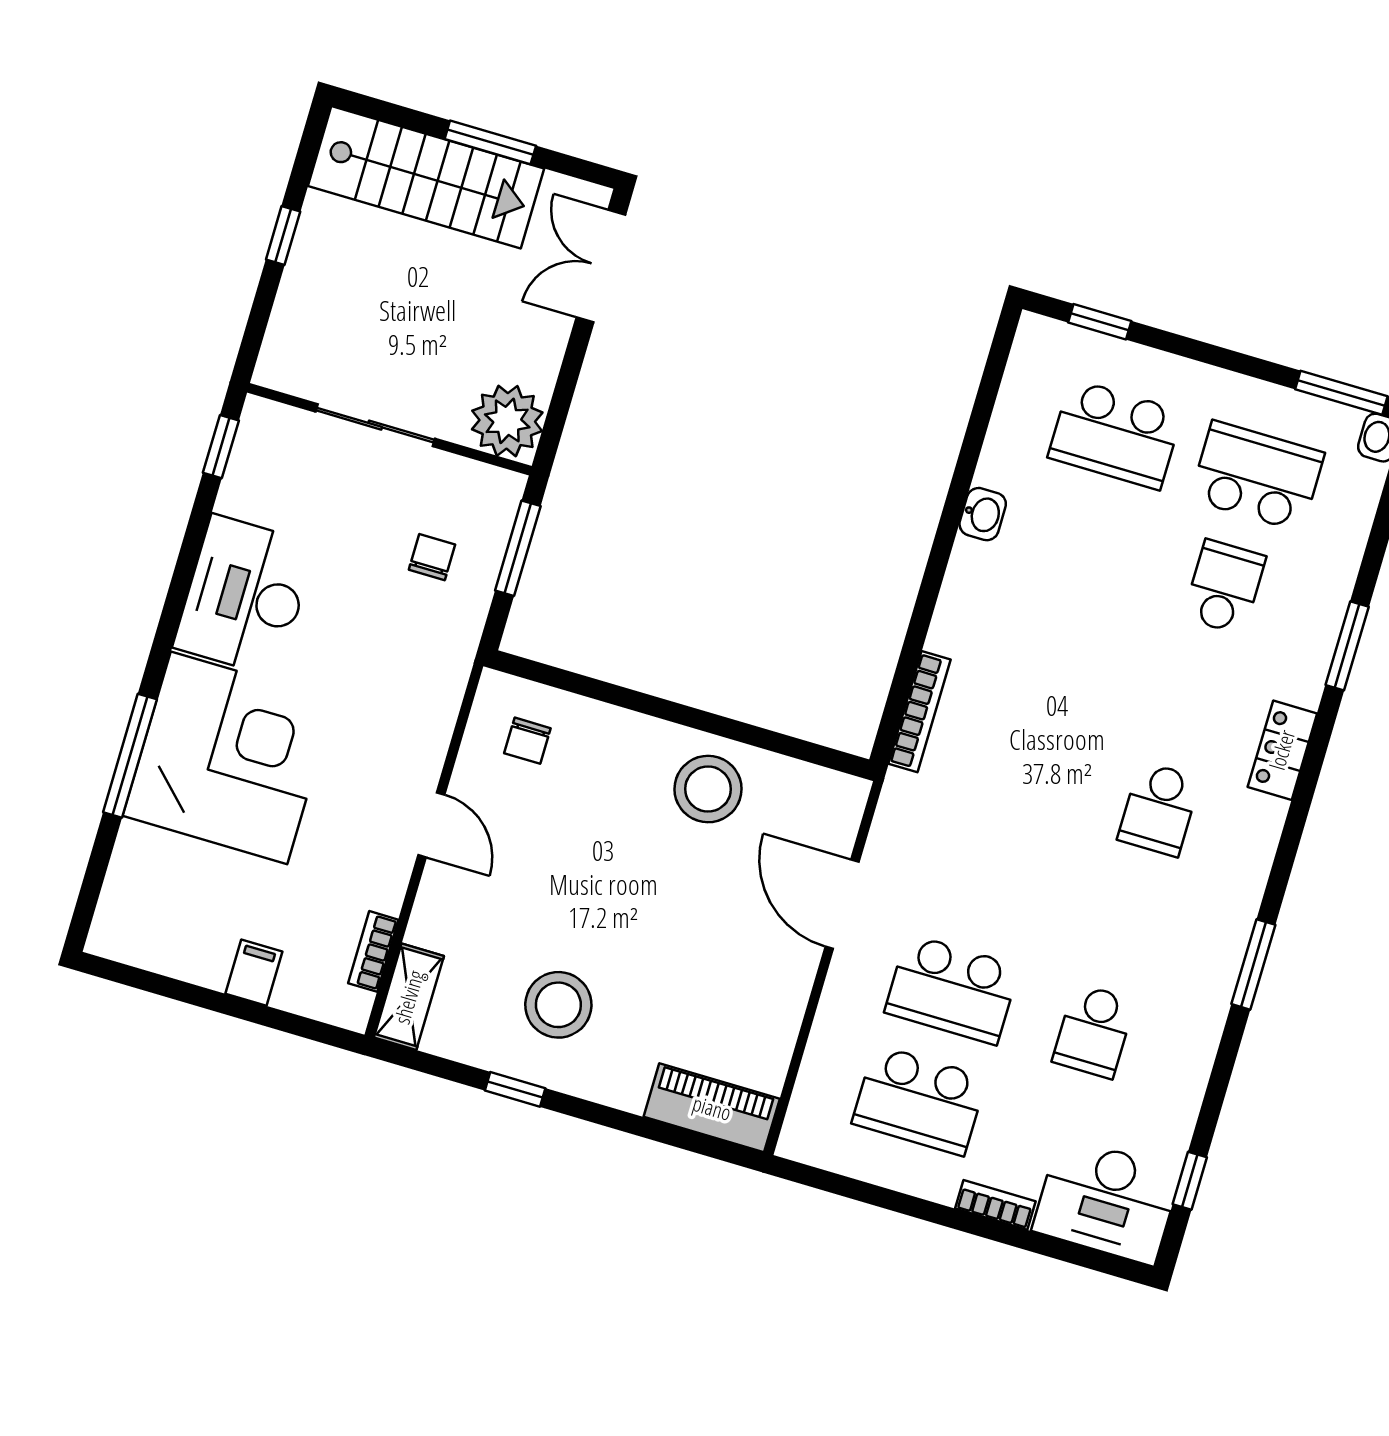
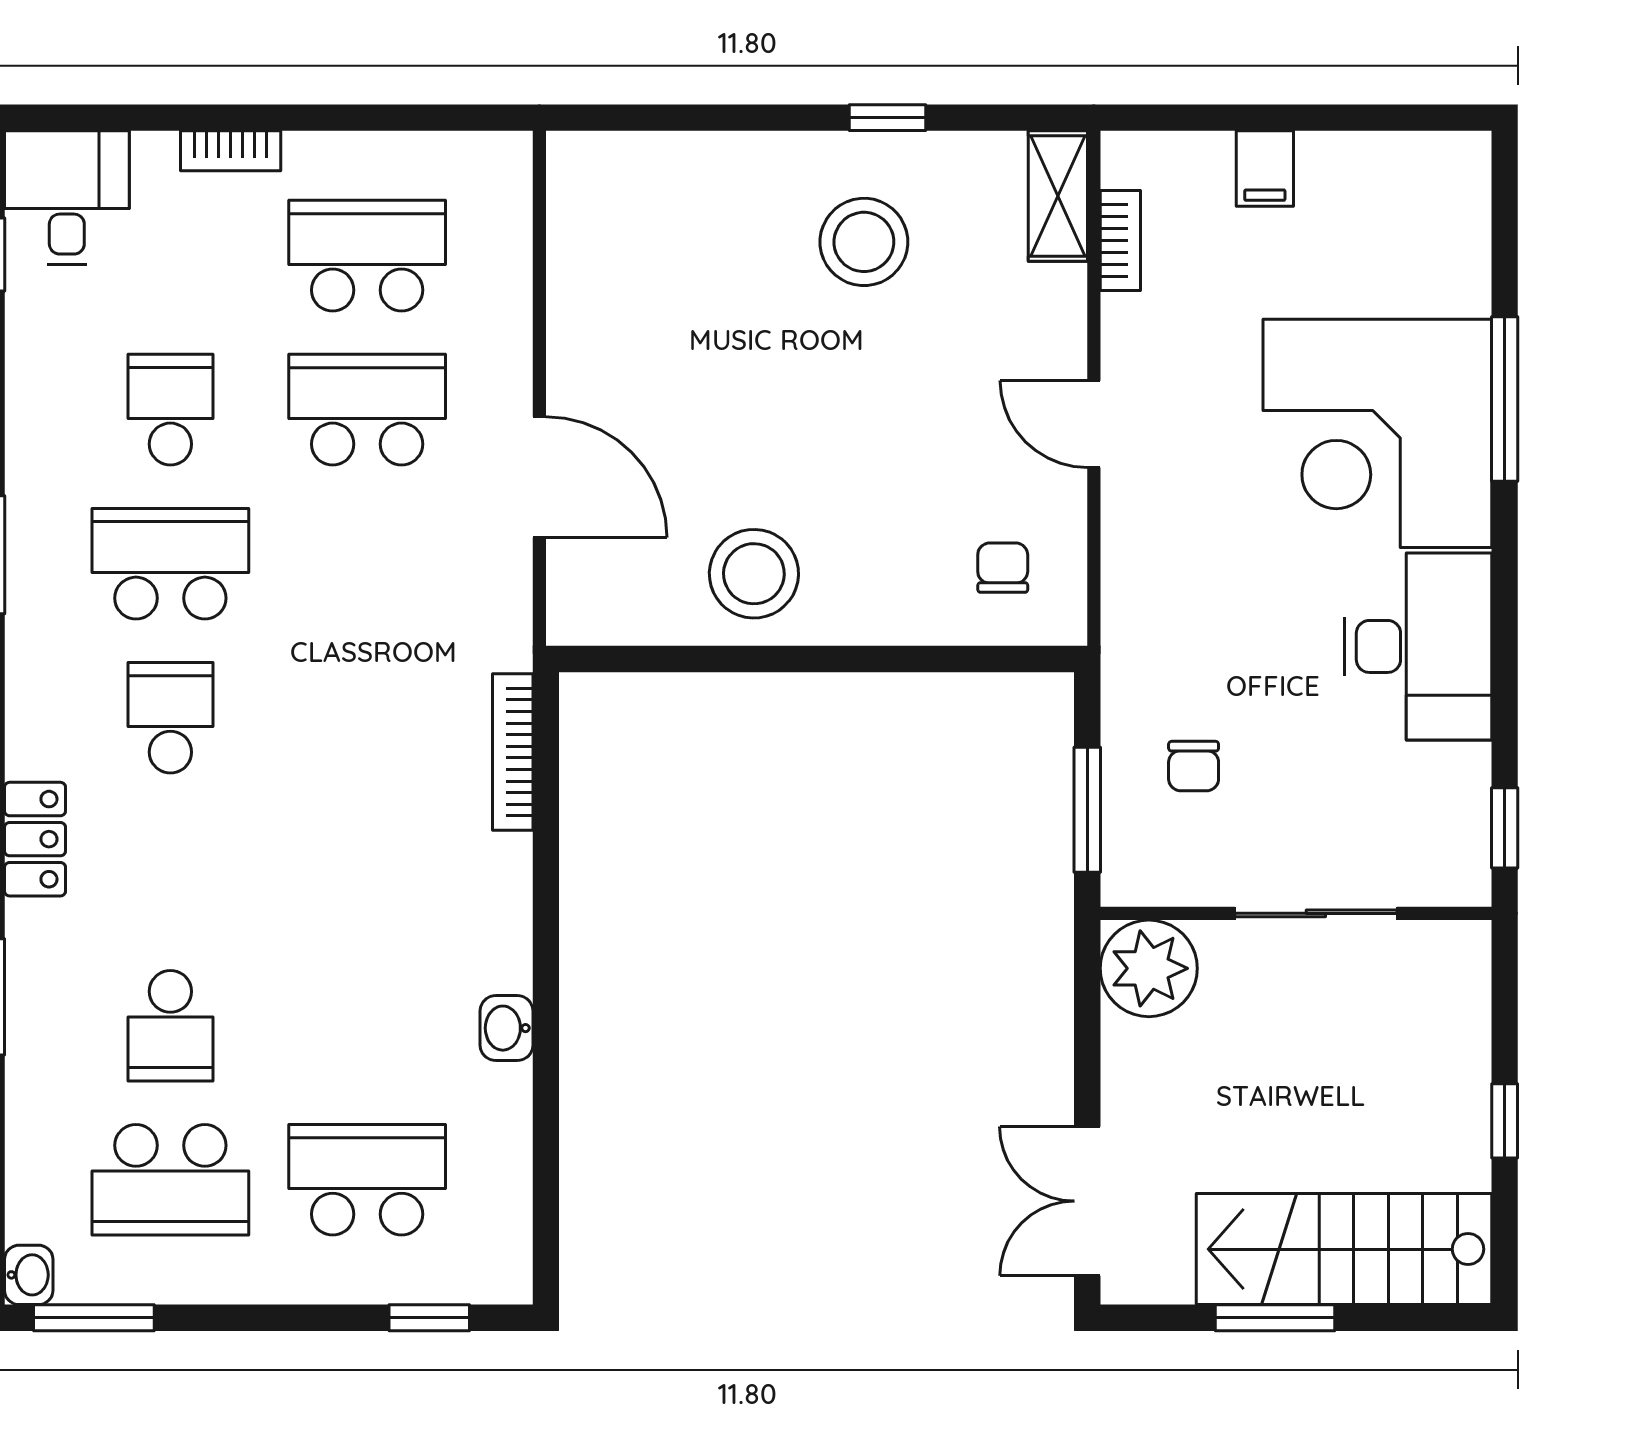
double door: (601, 266) -> (1087, 1201), swing flipped
school desk: (1126, 920) -> (170, 564), added
piano: (712, 1108) -> (629, 168), removed
desk: (1107, 1201) -> (67, 198), width x0.73

